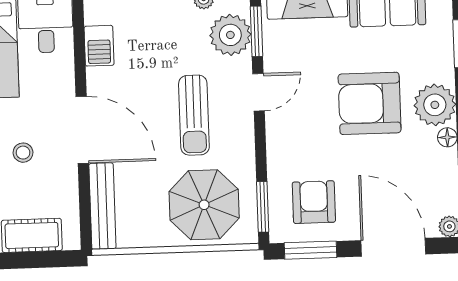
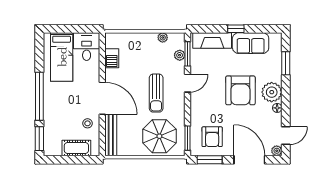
plant: (230, 35) -> (180, 55), width x0.53, depth x0.53
armchair: (370, 103) -> (240, 90), turned -90
stool: (23, 153) -> (88, 123), moved
armchair: (314, 202) -> (212, 137), turned 180

